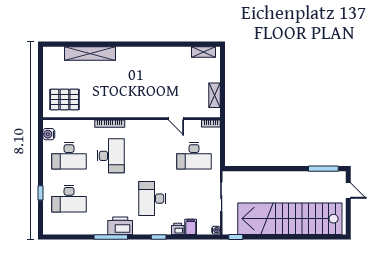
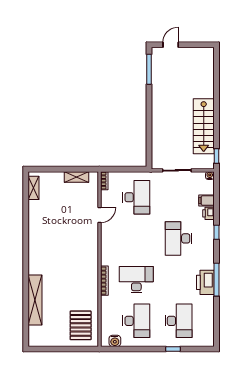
desk: (152, 199) -> (179, 238), turned 90
stairs: (290, 219) -> (204, 126), width x0.54, depth x0.66
printer: (120, 226) -> (205, 282), moved

